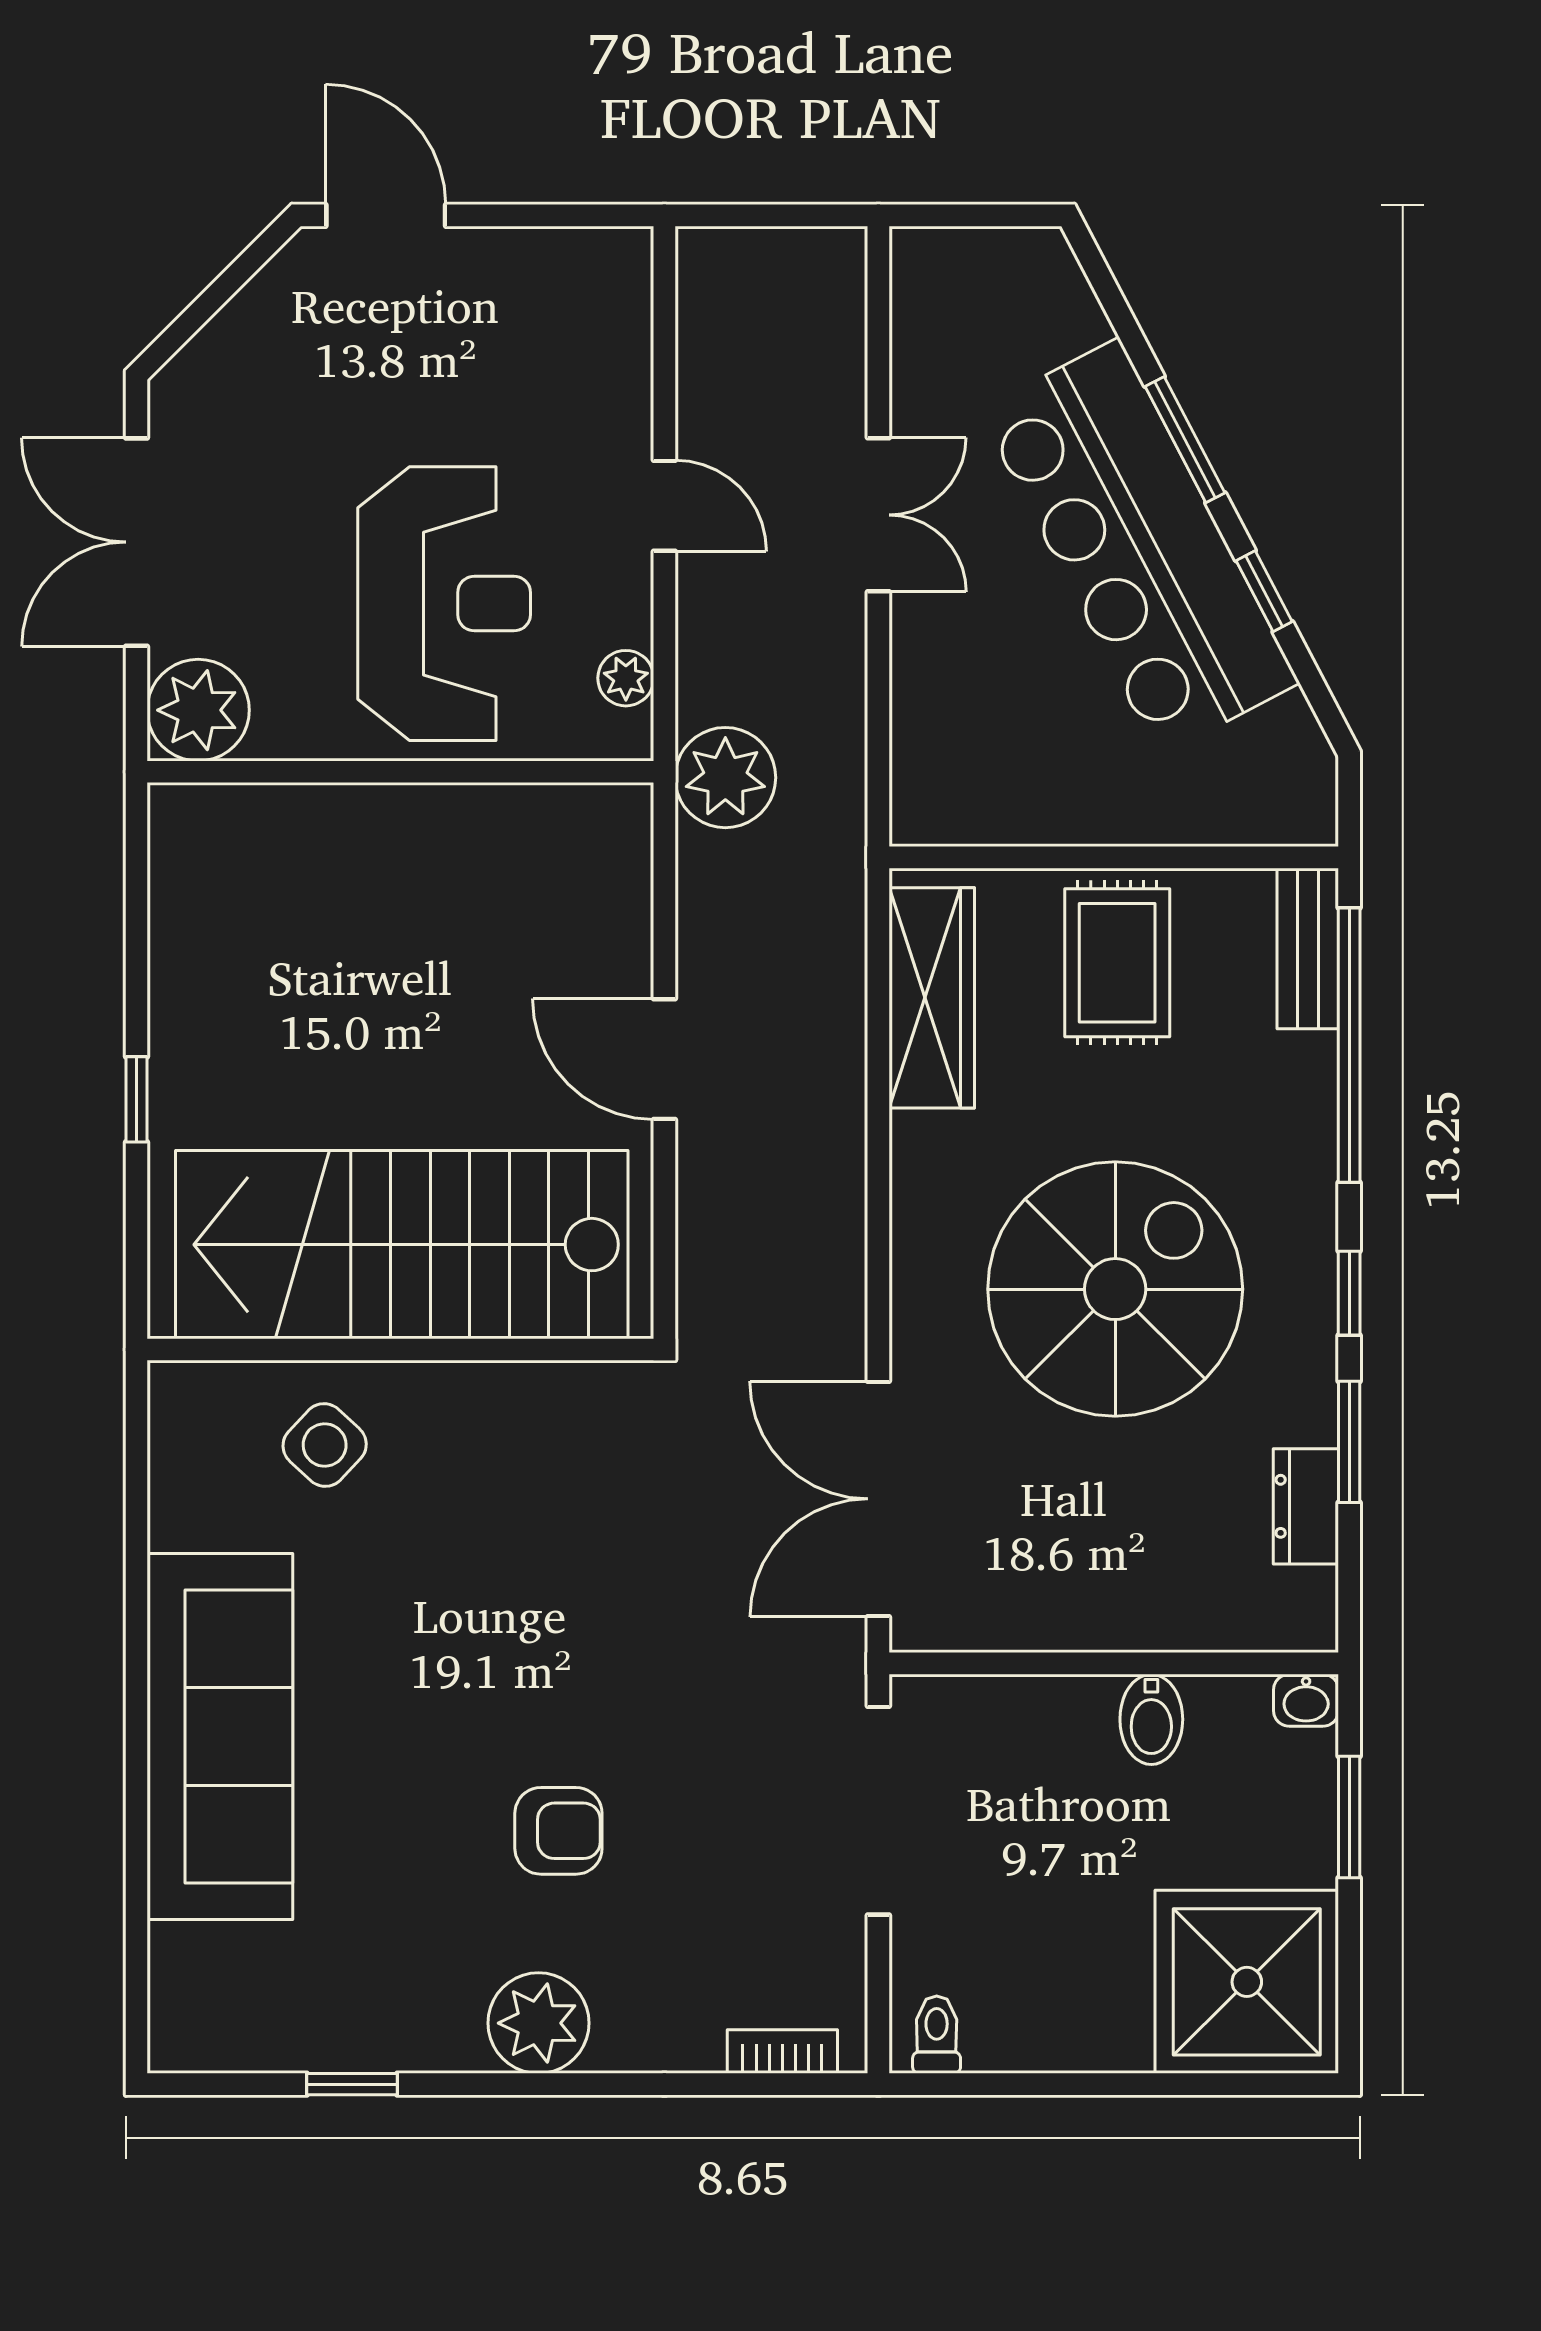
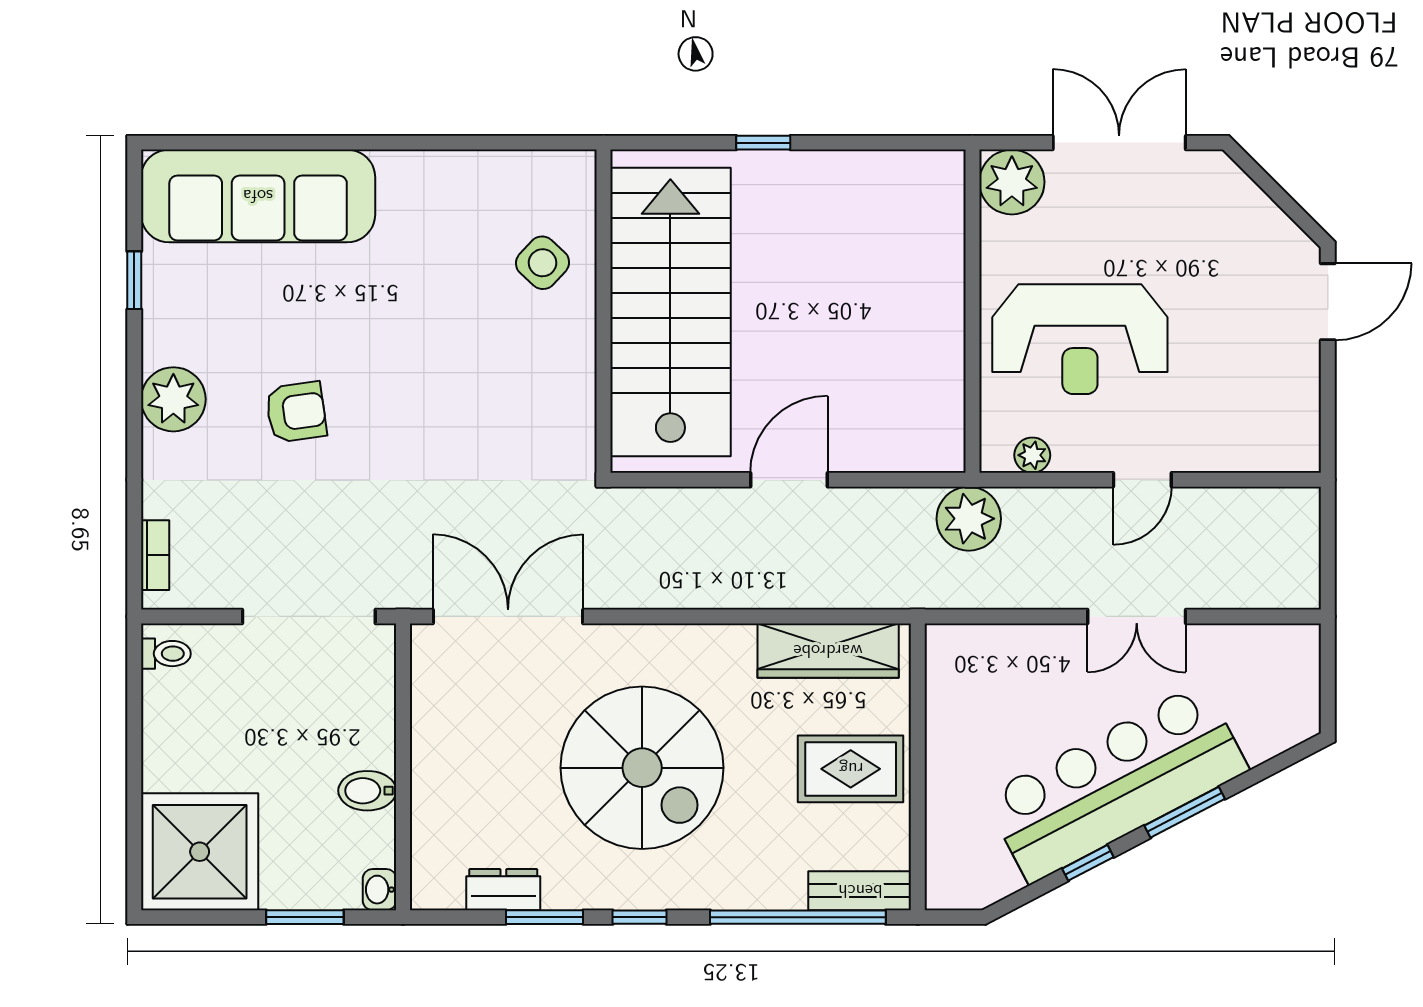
sofa: (220, 1736) -> (258, 196), moved
armchair: (558, 1831) -> (296, 412), turned -98

